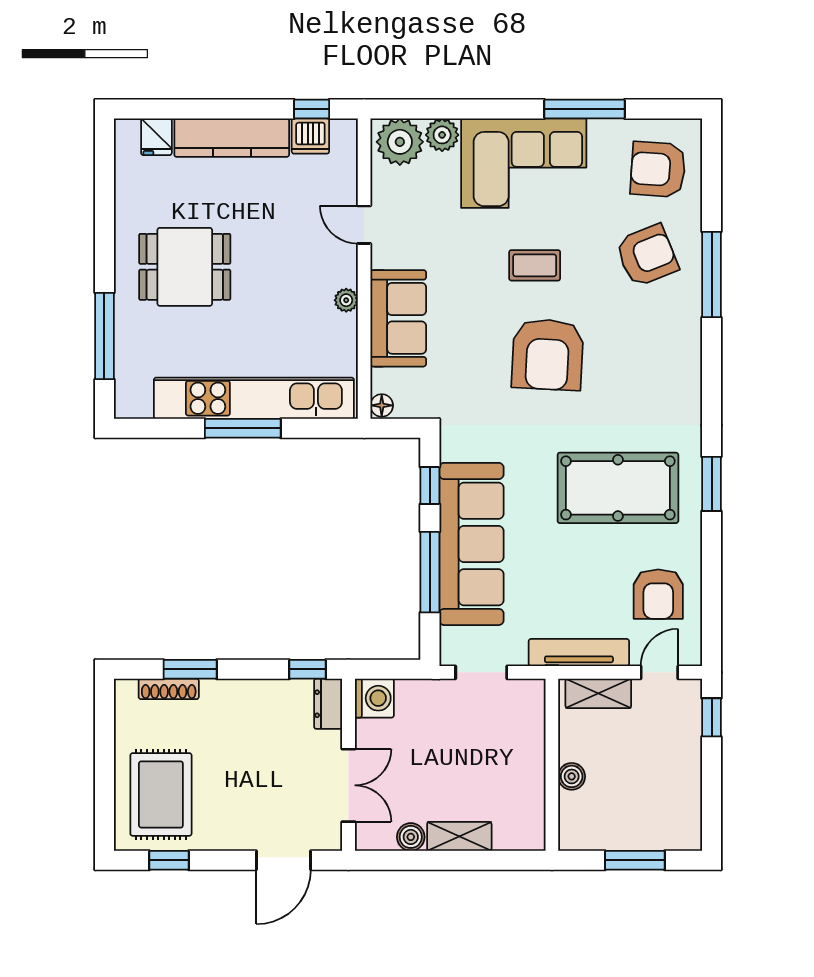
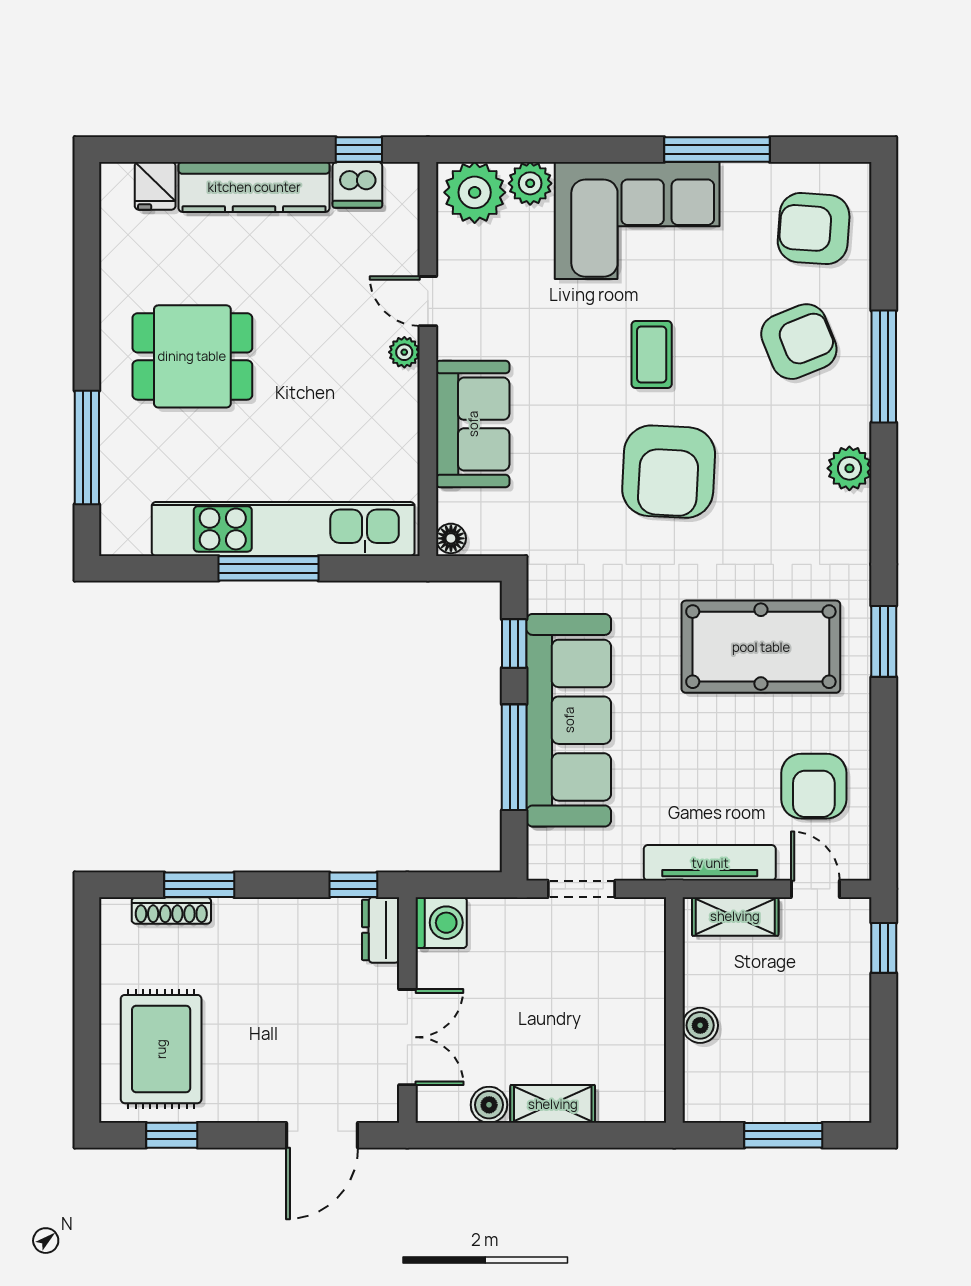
coffee table: (535, 265) -> (652, 354), turned 90
plant: (346, 300) -> (404, 352), moved
plant: (685, 352) -> (849, 468), added
door: (659, 672) -> (815, 889), hinge flipped

